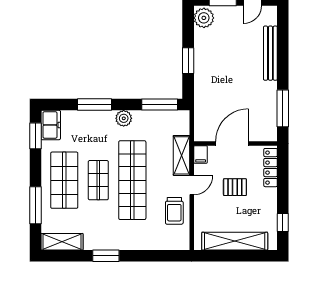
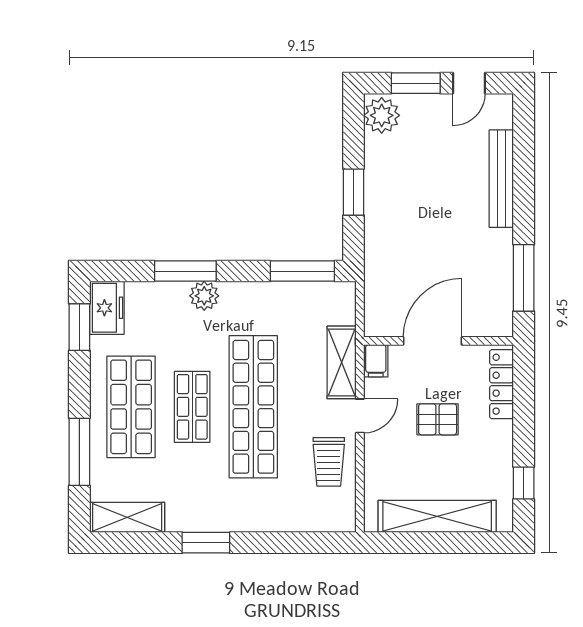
plant: (124, 118) -> (204, 296), moved

